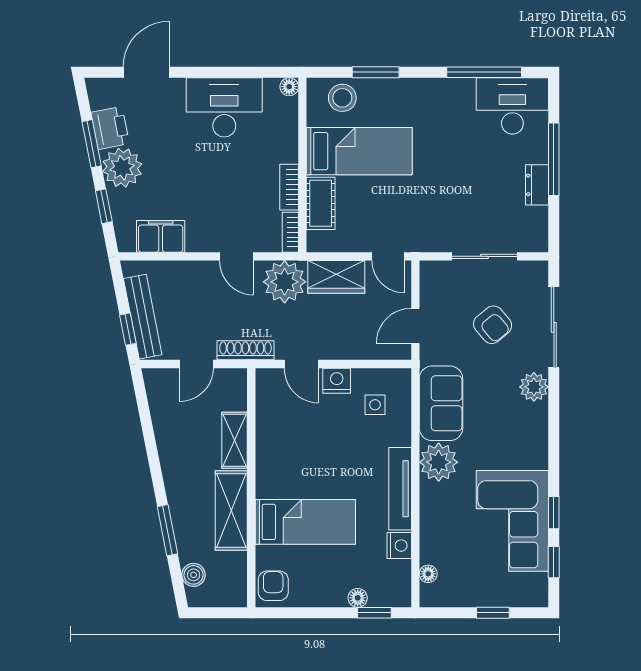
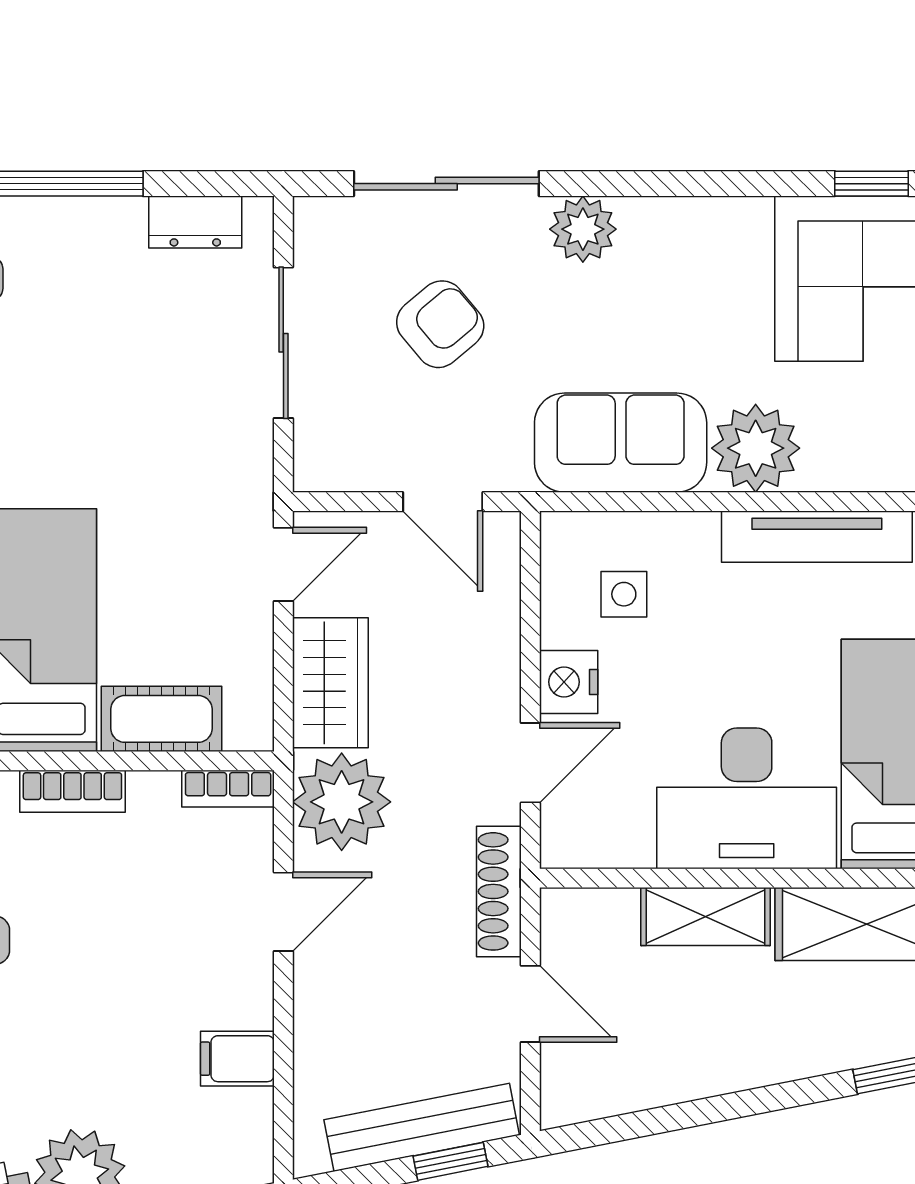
dresser: (537, 185) -> (195, 222), moved
bookcase: (289, 187) -> (72, 791), moved
filing cabinet: (161, 236) -> (237, 1059), width x0.50
desk: (286, 458) -> (747, 798), added

